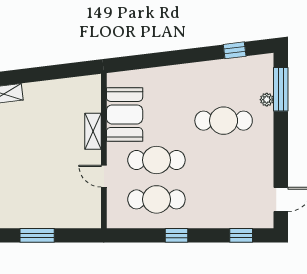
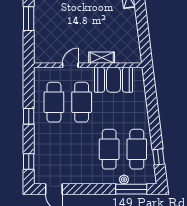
cafe table: (224, 81) -> (137, 149), added

